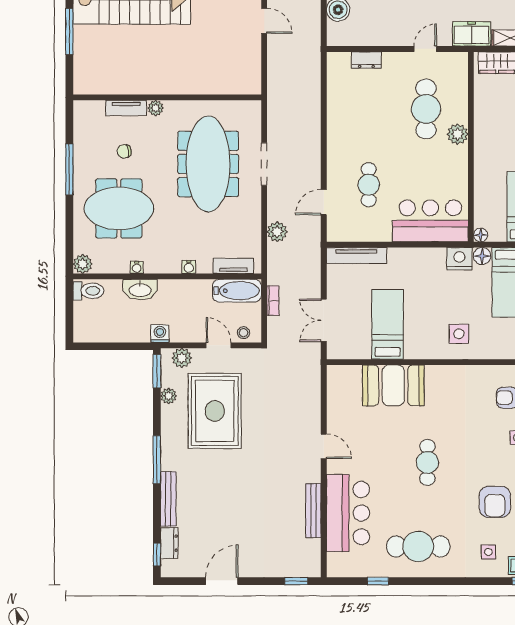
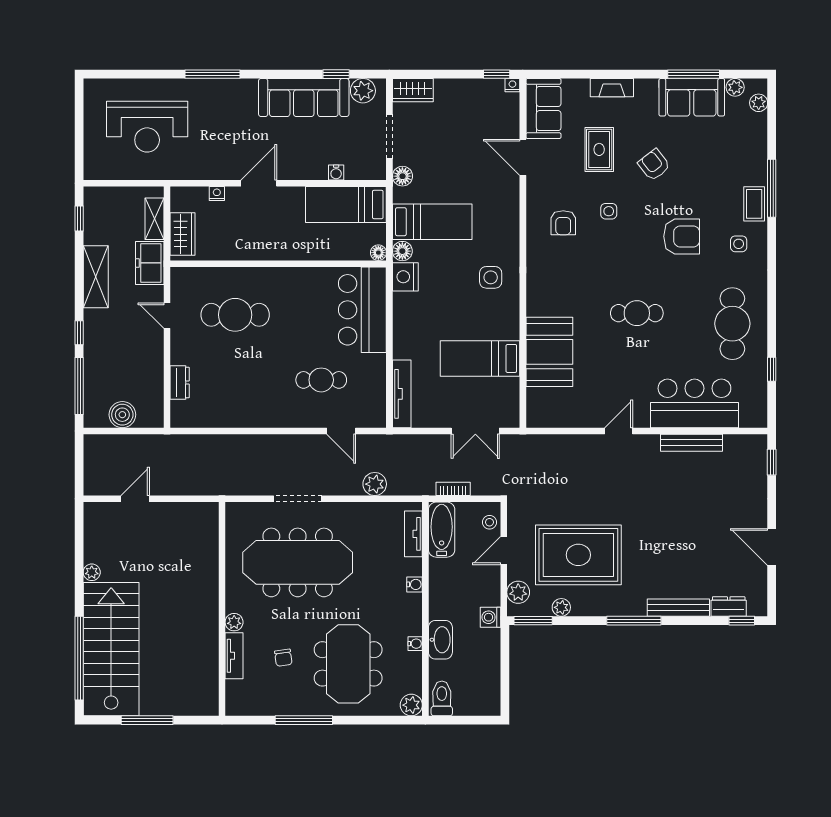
plant: (458, 134) -> (264, 279), removed

